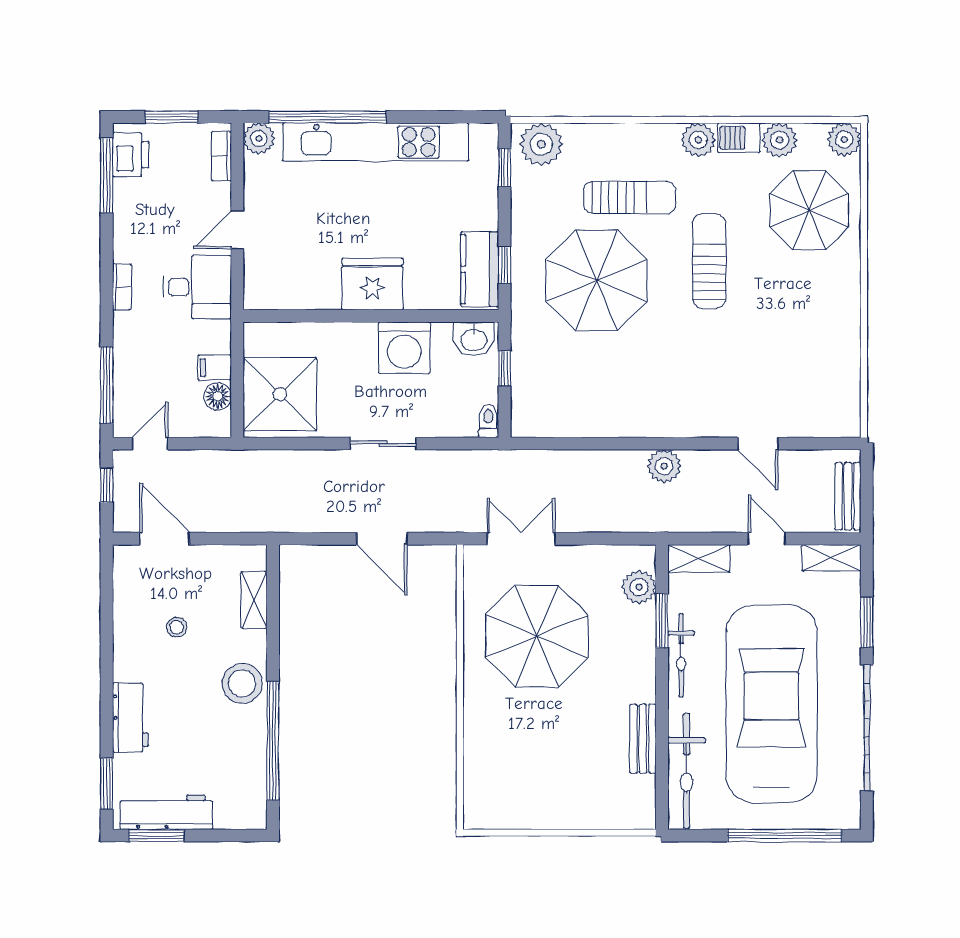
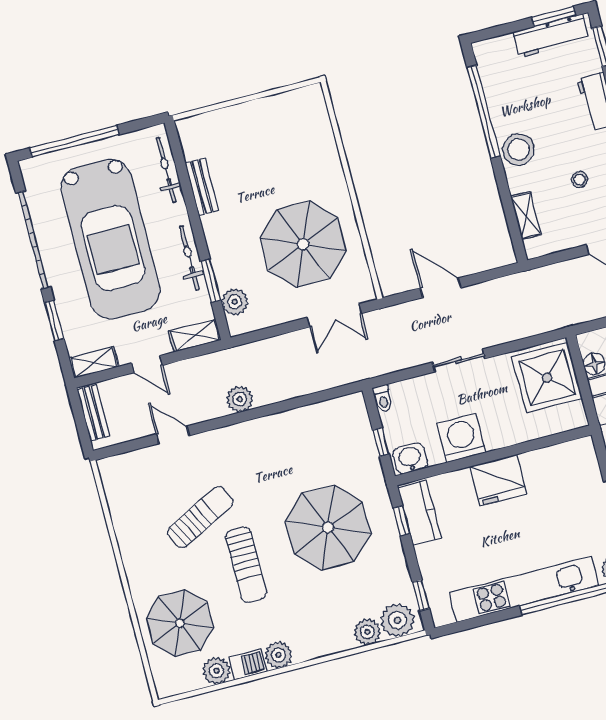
plant: (844, 139) -> (367, 632), moved
sun lounger: (630, 198) -> (200, 517), moved, turned 153
bicycle: (687, 771) -> (166, 170), width x0.73, depth x0.71

